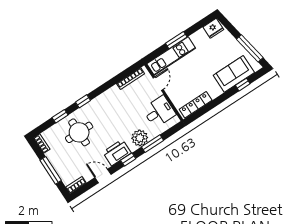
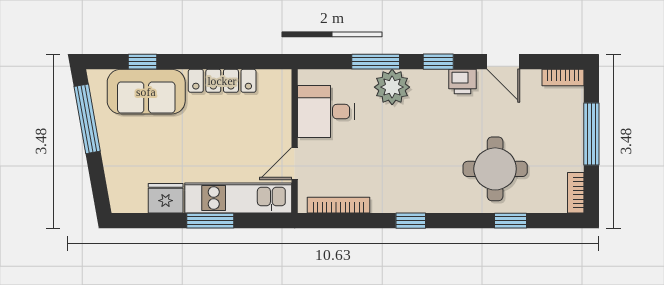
fridge: (213, 28) -> (166, 198), moved
window: (83, 101) -> (411, 221), moved
locker: (196, 105) -> (222, 81), moved
printer: (117, 153) -> (462, 82), width x0.53, depth x0.68

